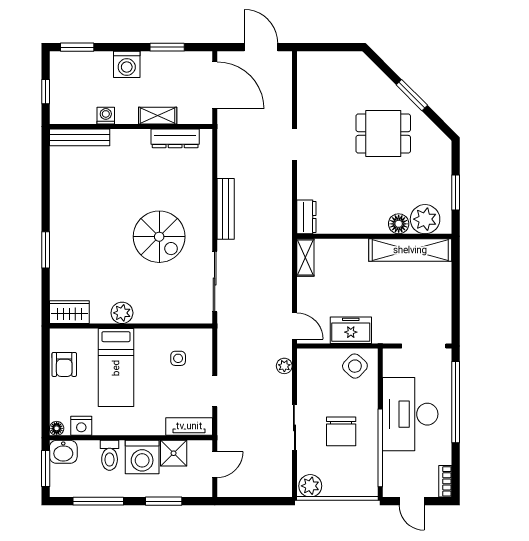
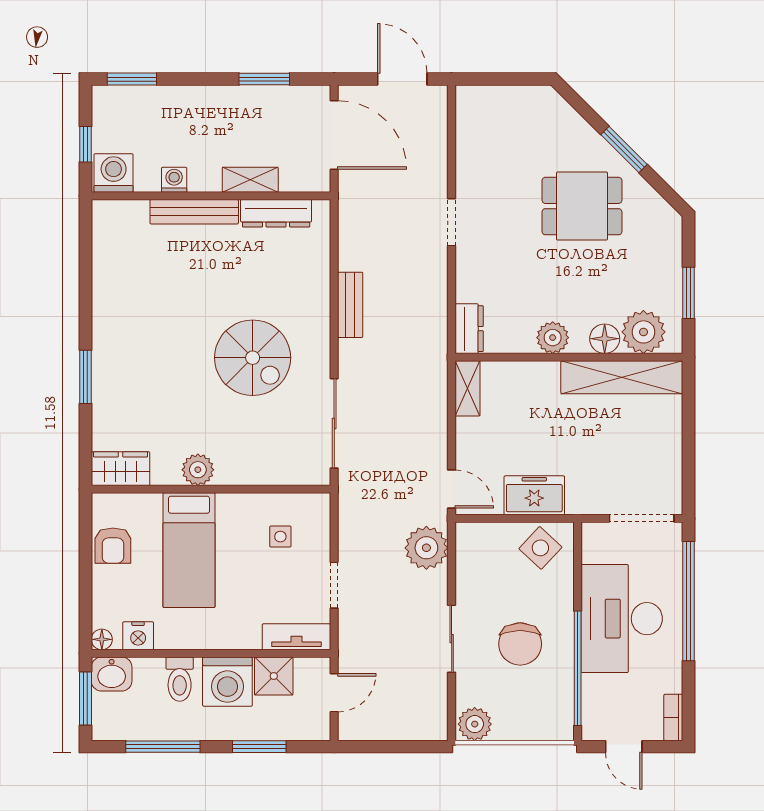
washing machine: (127, 64) -> (114, 173), moved, turned 180
bench: (80, 137) -> (194, 212), moved
bench: (226, 209) -> (350, 305), width x0.73
plant: (363, 223) -> (553, 338), added
plant: (284, 366) -> (426, 548), width x1.88, depth x1.88

